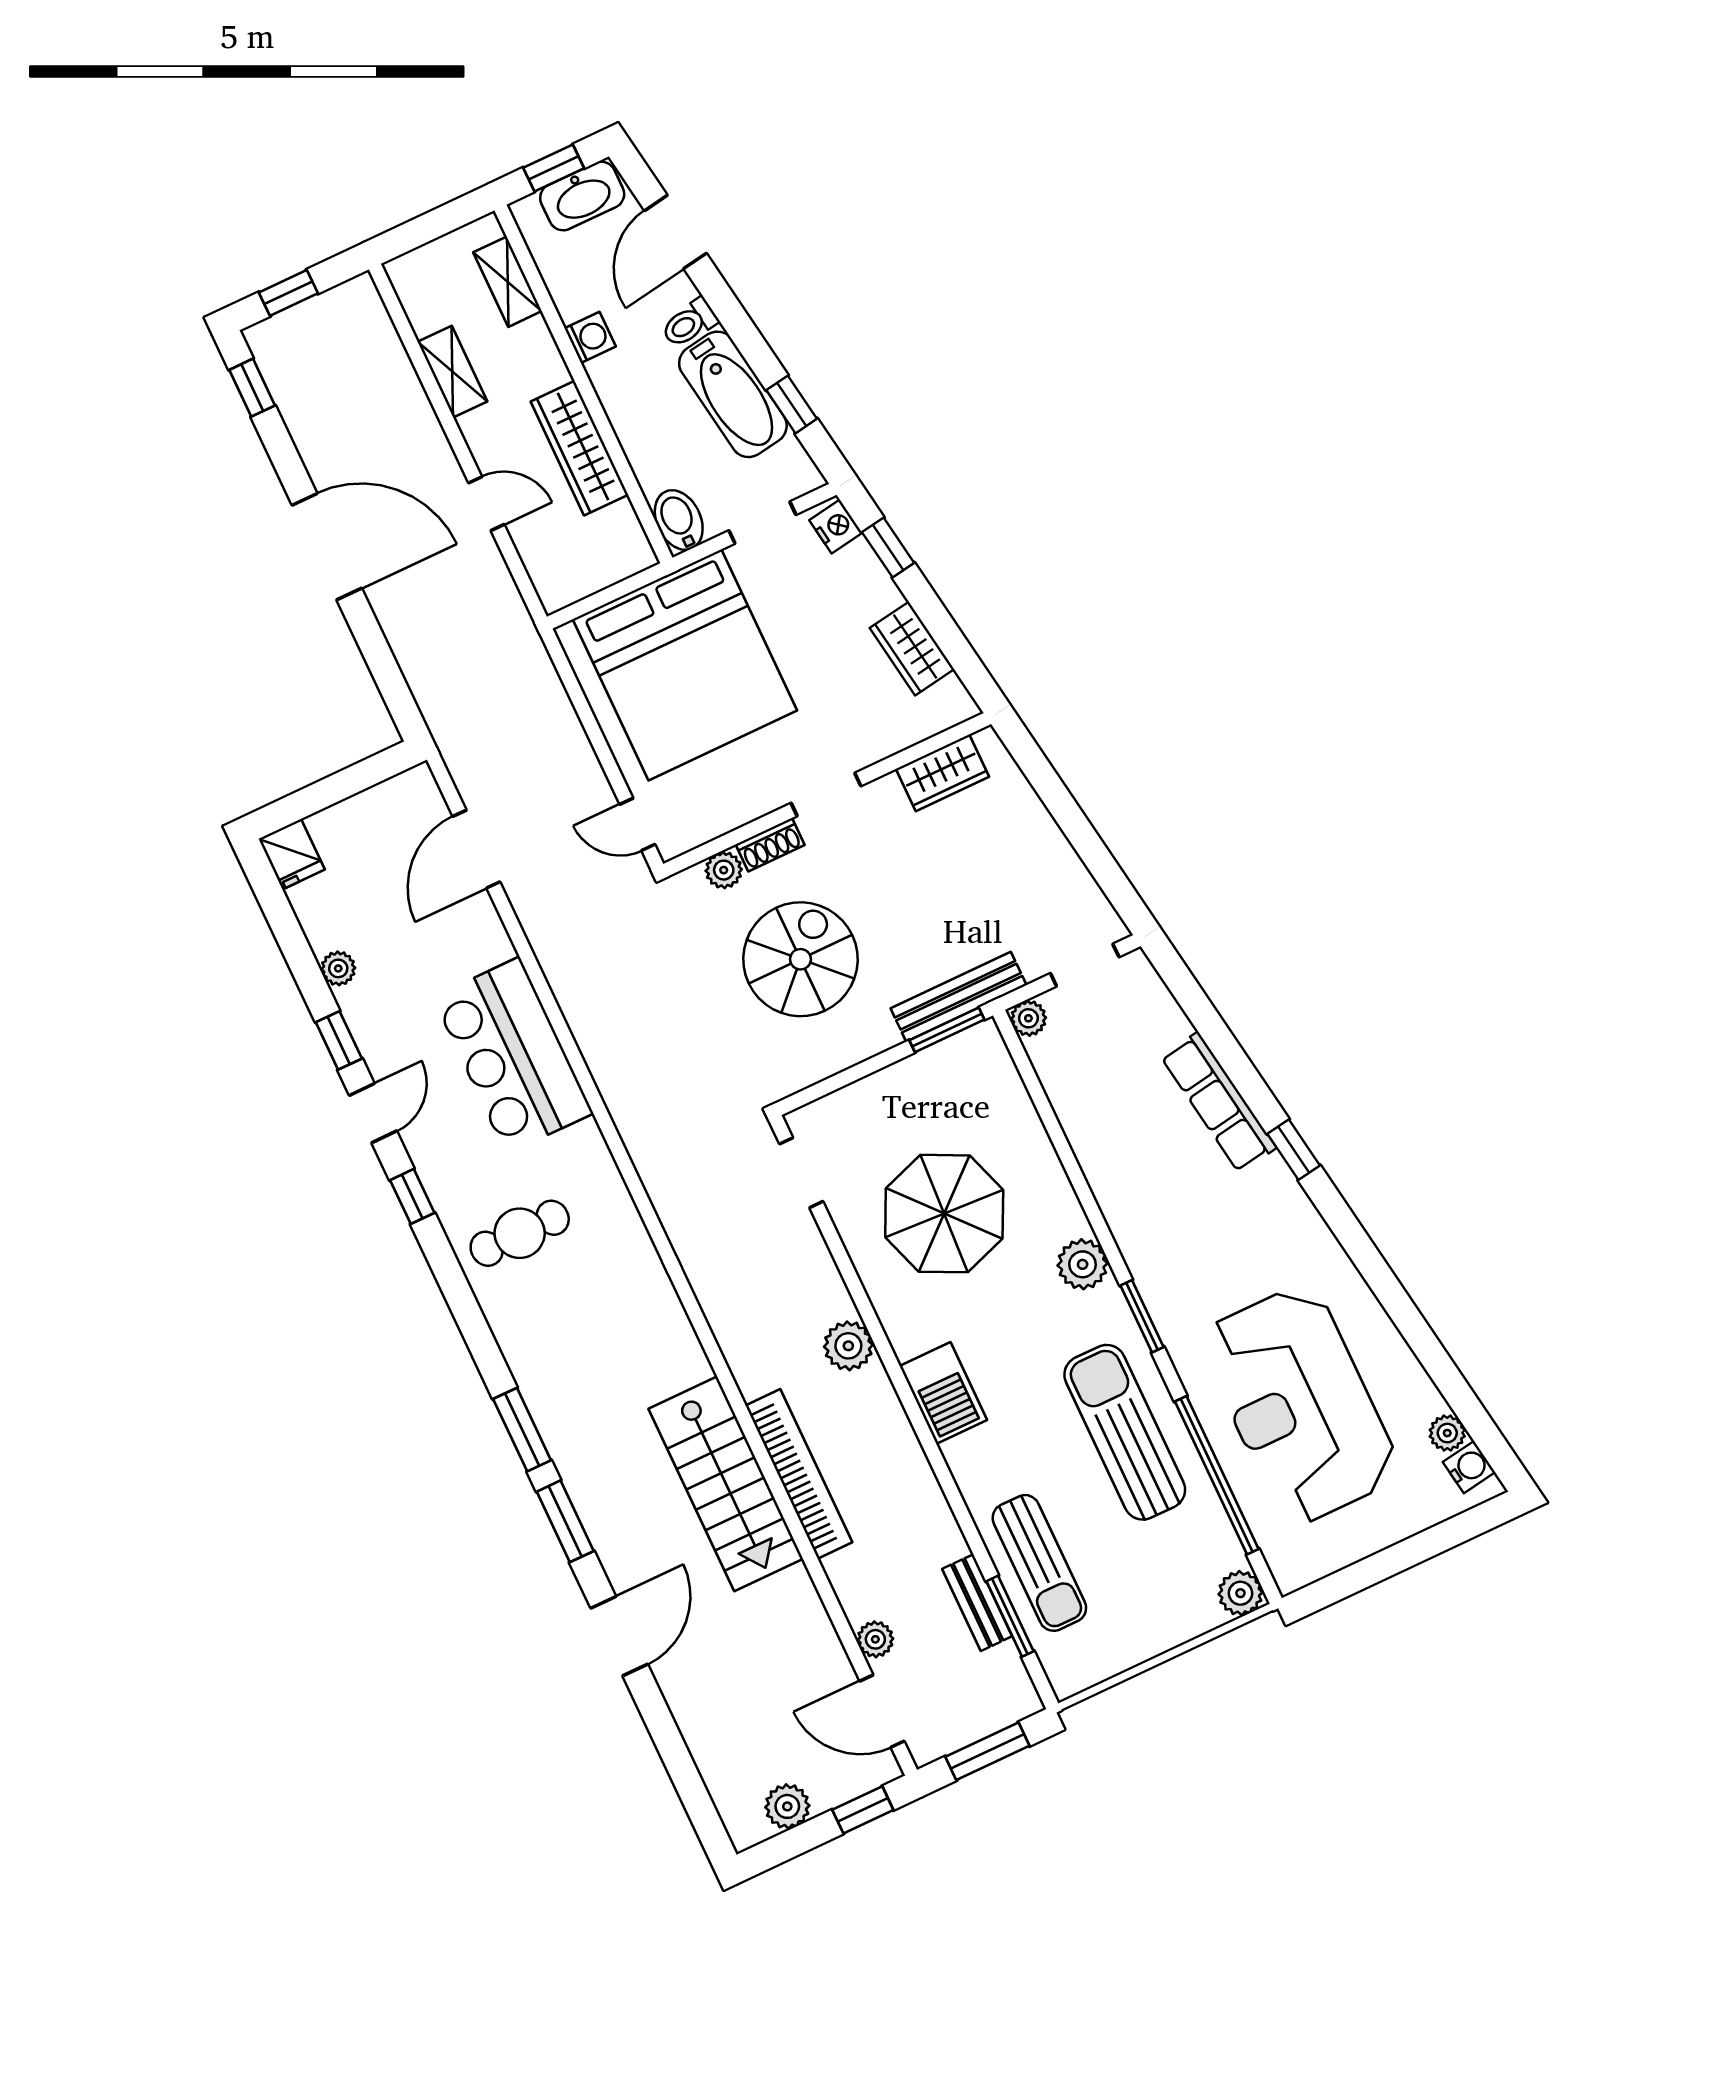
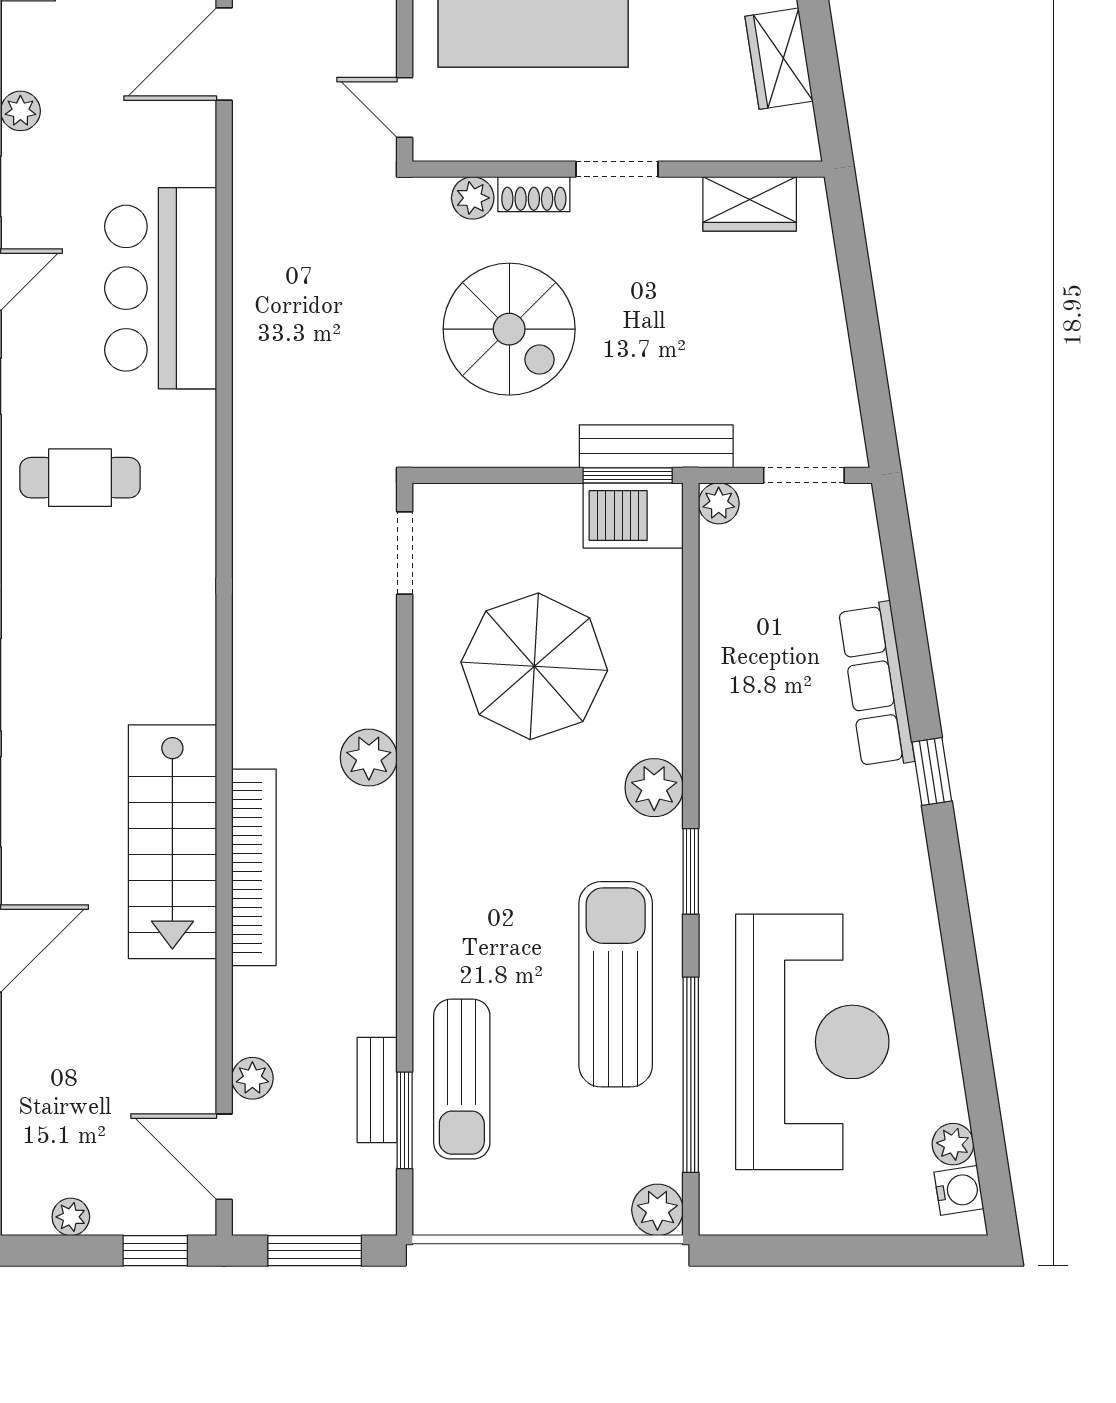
spiral stairs: (800, 959) -> (509, 329), turned 90
barbecue: (943, 1393) -> (633, 516), moved, turned 90
reception desk: (1300, 1405) -> (812, 1042), turned 180
plant: (787, 1806) -> (71, 1217), width x0.73, depth x0.73

